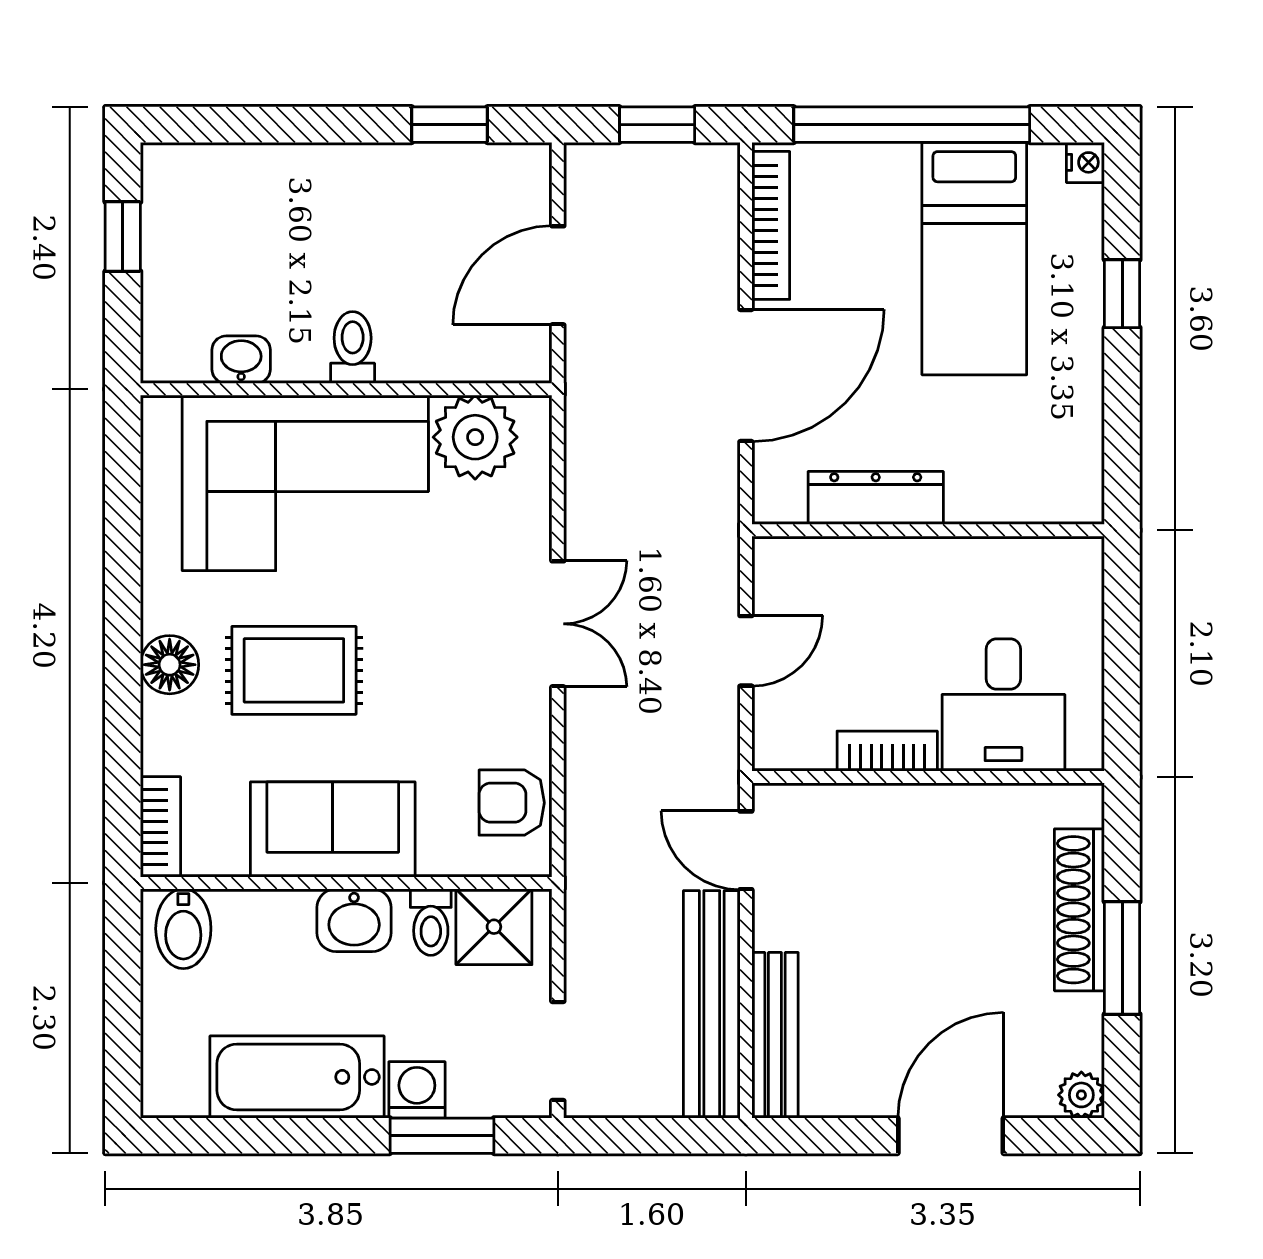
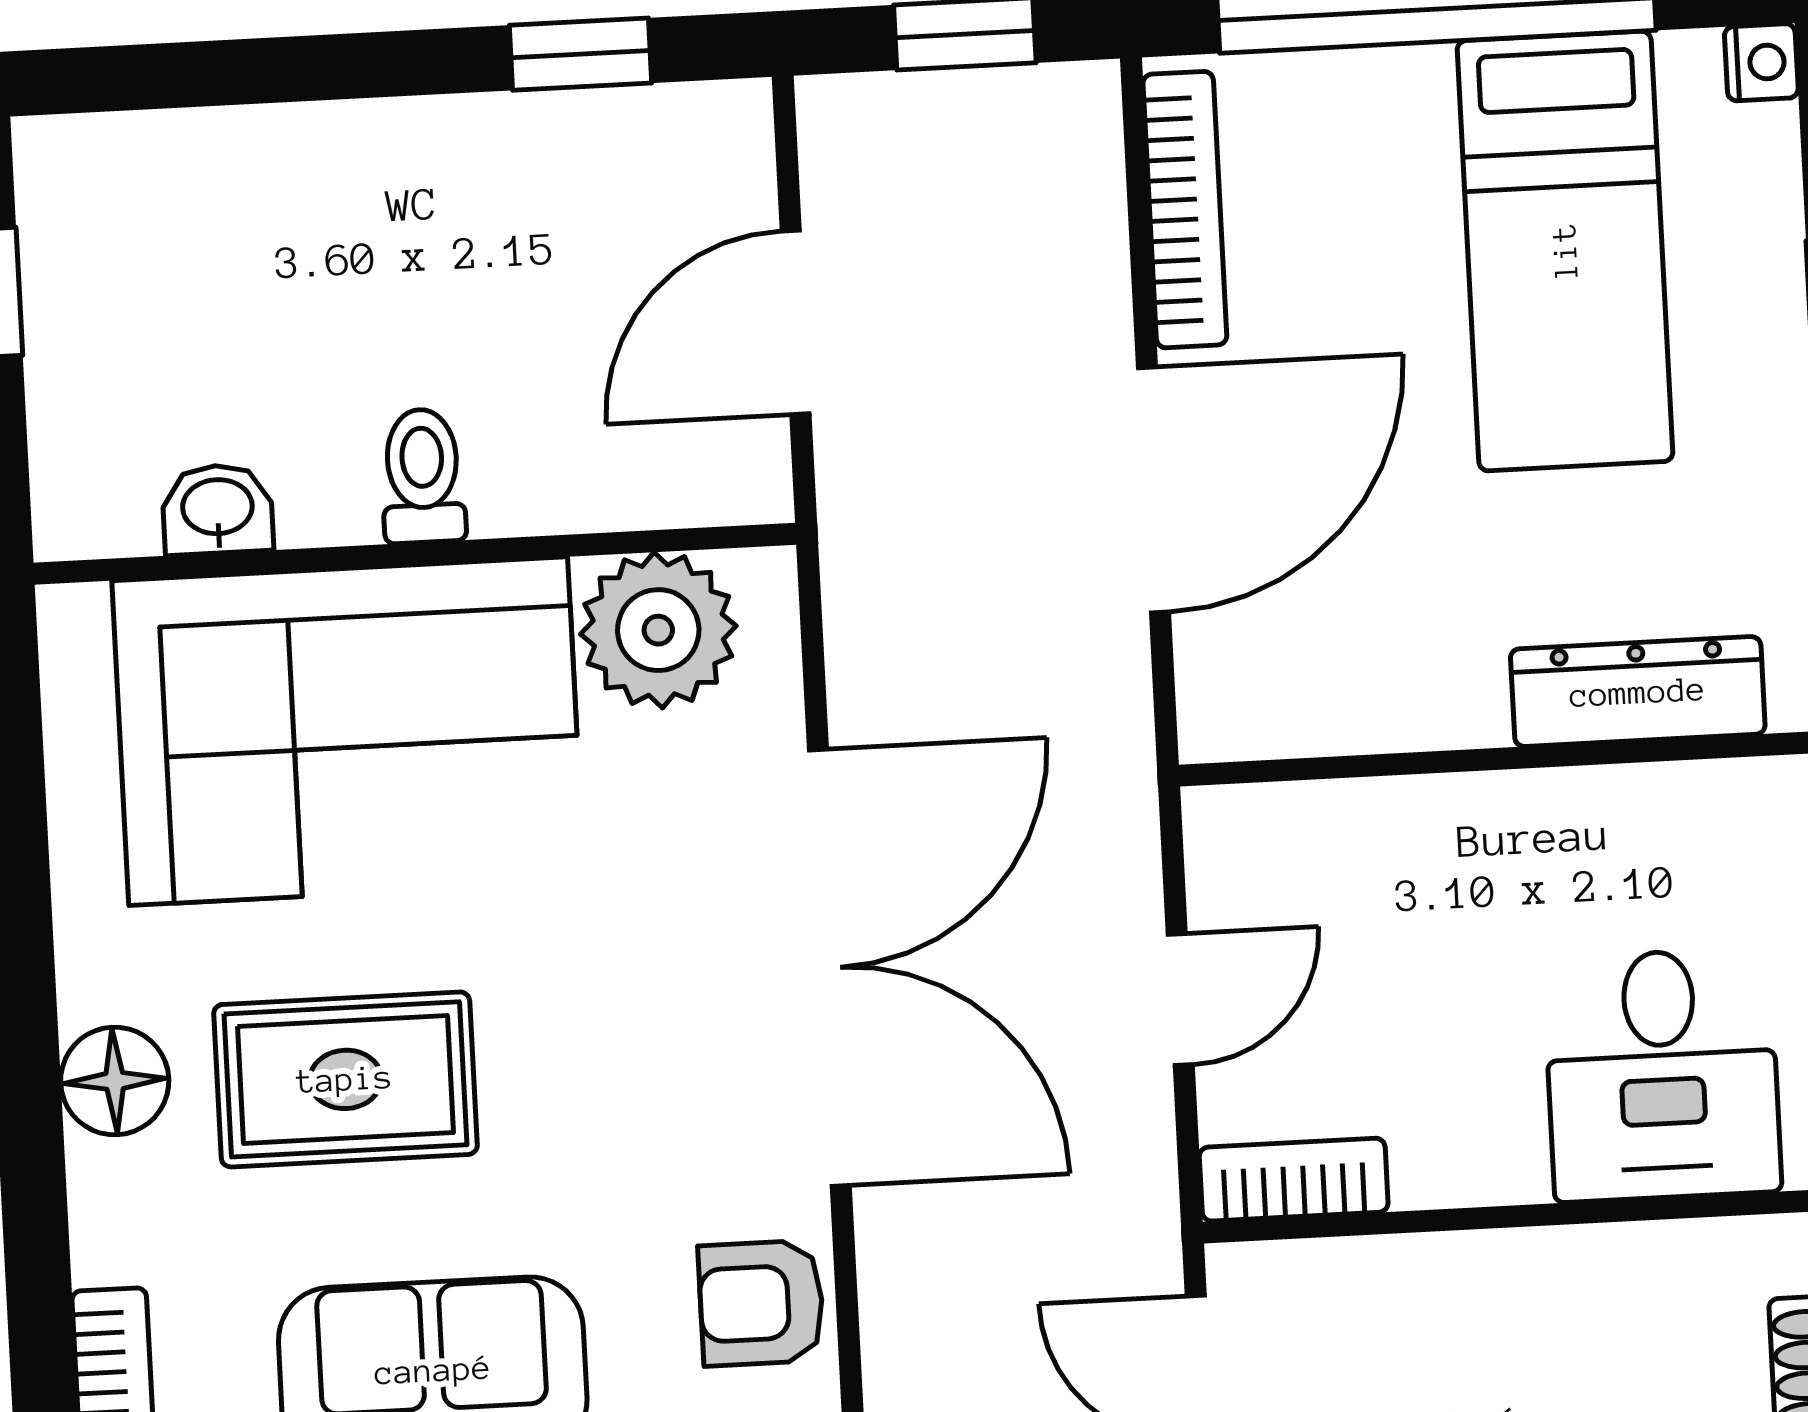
dresser: (876, 498) -> (1638, 692), moved
double door: (558, 624) -> (829, 968), width x1.87
bookcase: (887, 751) -> (1294, 1180), moved

